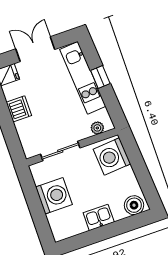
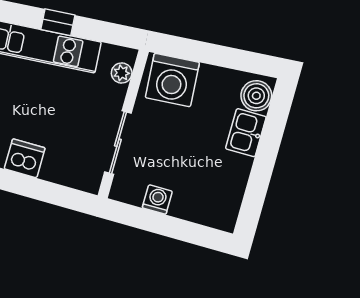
washing machine: (54, 196) -> (157, 199), width x0.53, depth x0.53
kitchen sink: (99, 217) -> (246, 133), moved

